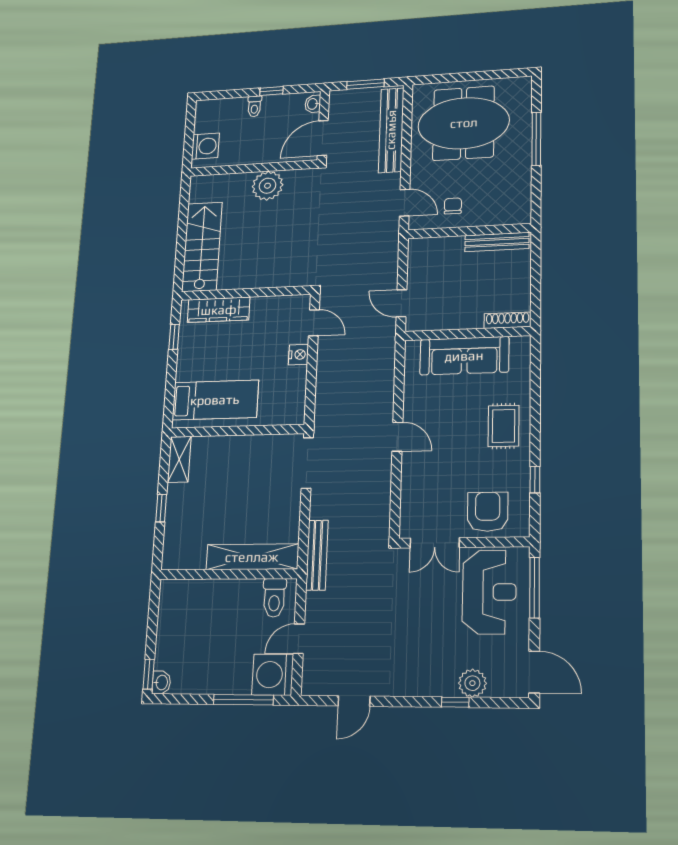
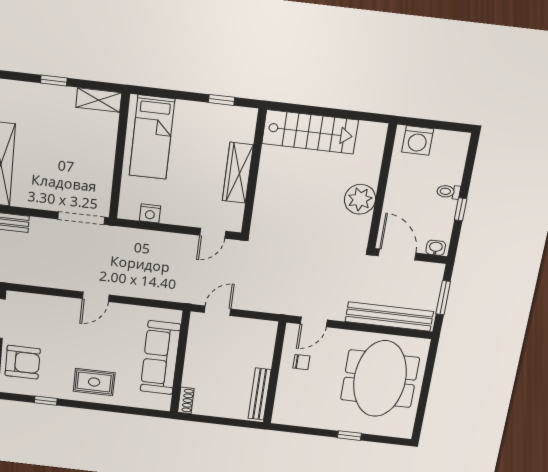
window: (536, 139) -> (349, 436), width x0.46
wardrobe: (219, 310) -> (238, 173), moved
shoe rack: (508, 320) -> (186, 400), width x0.70
nightstand: (299, 355) -> (150, 213), moved

